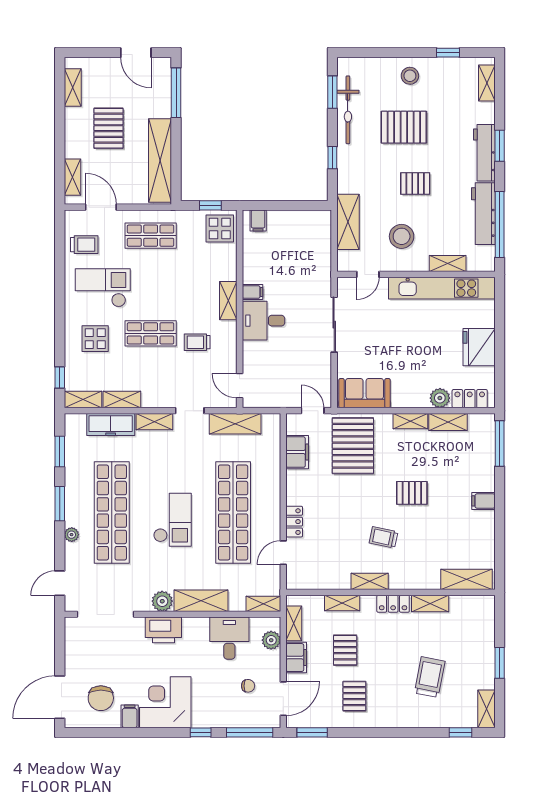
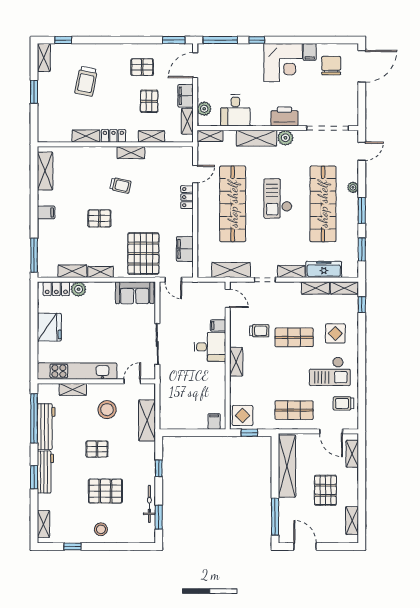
bicycle: (348, 110) -> (149, 504), width x0.73, depth x0.71
filing cabinet: (253, 292) -> (218, 325), moved
shelving: (467, 579) -> (45, 171), moved, turned 90
chair: (248, 686) -> (221, 75), removed
pallet: (354, 696) -> (142, 67), turned 90

